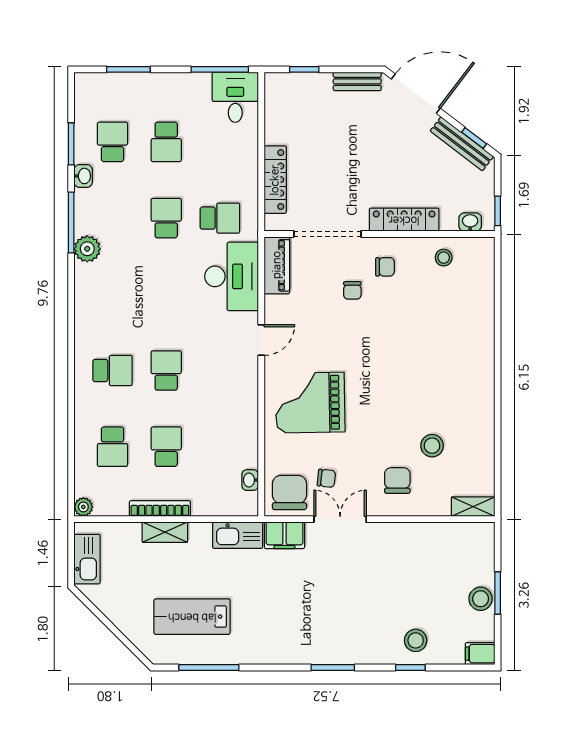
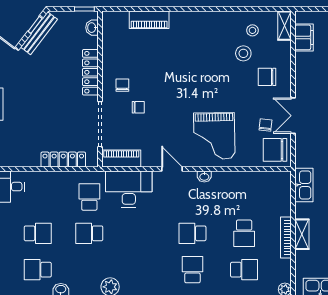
stool: (444, 258) -> (252, 30), moved
piano: (482, 306) -> (149, 20), added
school desk: (166, 447) -> (244, 233), turned -90
washbasin: (250, 480) -> (204, 177), moved
filing cabinet: (284, 535) -> (304, 37), moved

